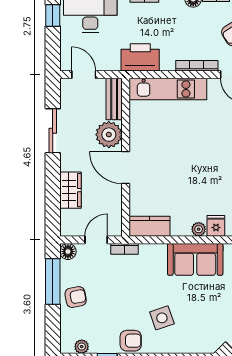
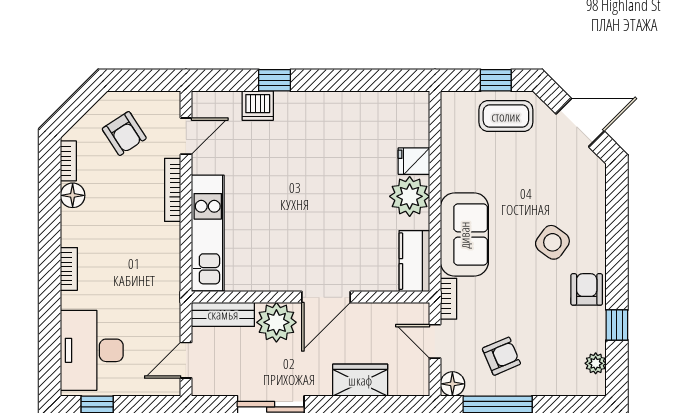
printer: (140, 57) -> (160, 275), removed
plant: (199, 229) -> (410, 196), width x1.87, depth x1.87
sofa: (195, 259) -> (464, 235), moved
armchair: (76, 297) -> (501, 356), moved, turned 78
side table: (162, 318) -> (552, 242), turned -35

